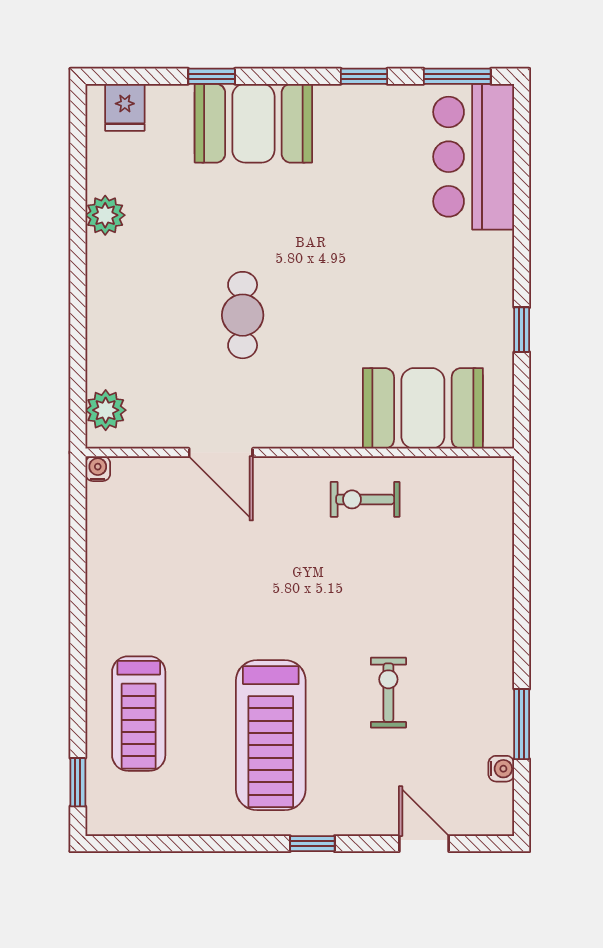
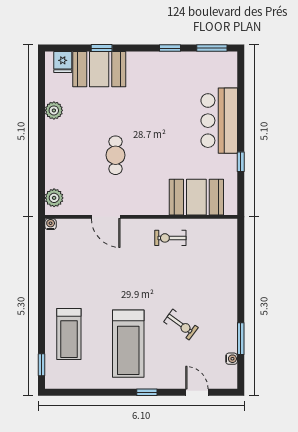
booth: (253, 123) -> (99, 69), moved
bar counter: (474, 157) -> (219, 121), moved
exercise bike: (388, 693) -> (181, 325), turned 126

